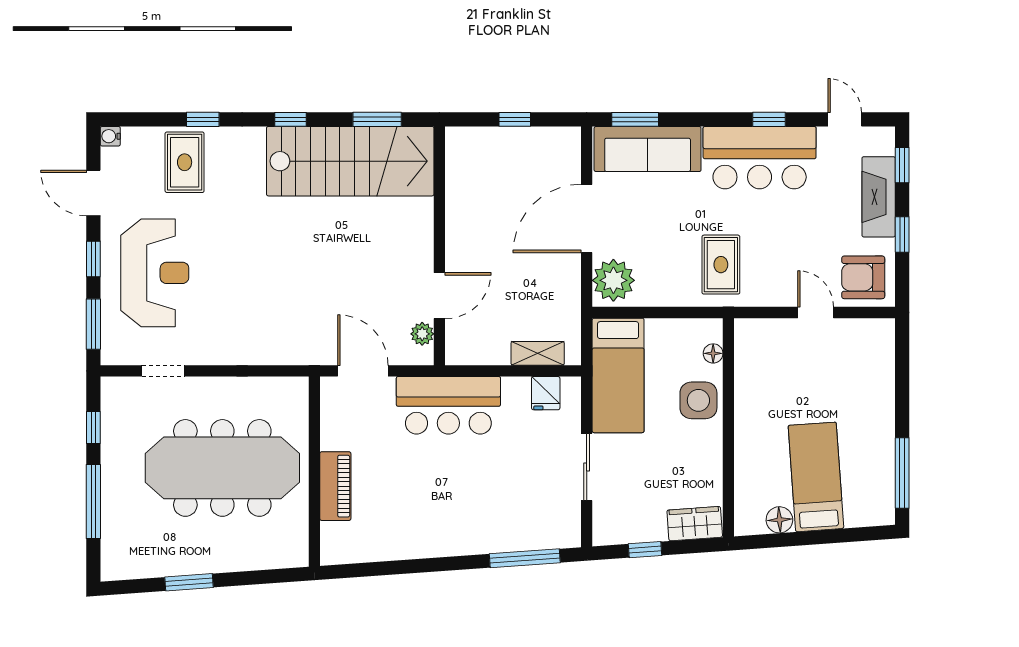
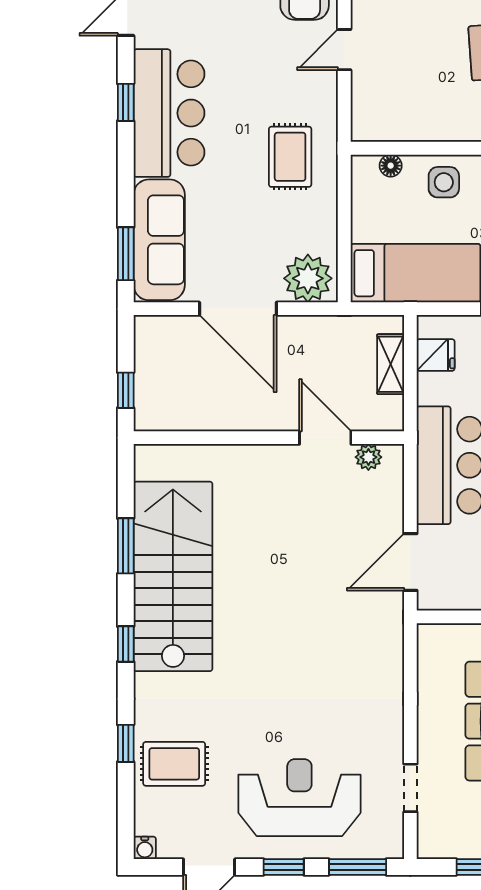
wall: (439, 246) -> (269, 438), moved
rug: (721, 265) -> (290, 157), turned 90
door: (439, 296) -> (325, 438), moved
plant: (422, 334) -> (368, 457), moved
side table: (698, 400) -> (444, 182), width x0.73, depth x0.73

